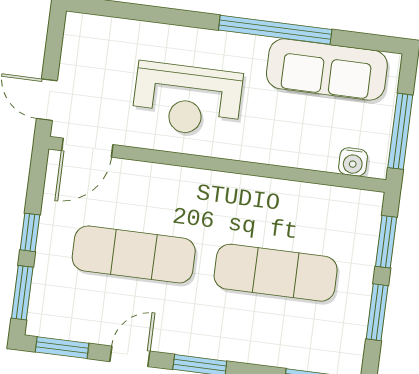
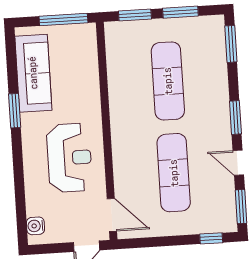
window: (275, 30) -> (15, 111), width x0.47
water cooler: (353, 162) -> (35, 226), moved, turned 180
window: (30, 232) -> (172, 241), removed
window: (22, 293) -> (211, 238), width x0.67

